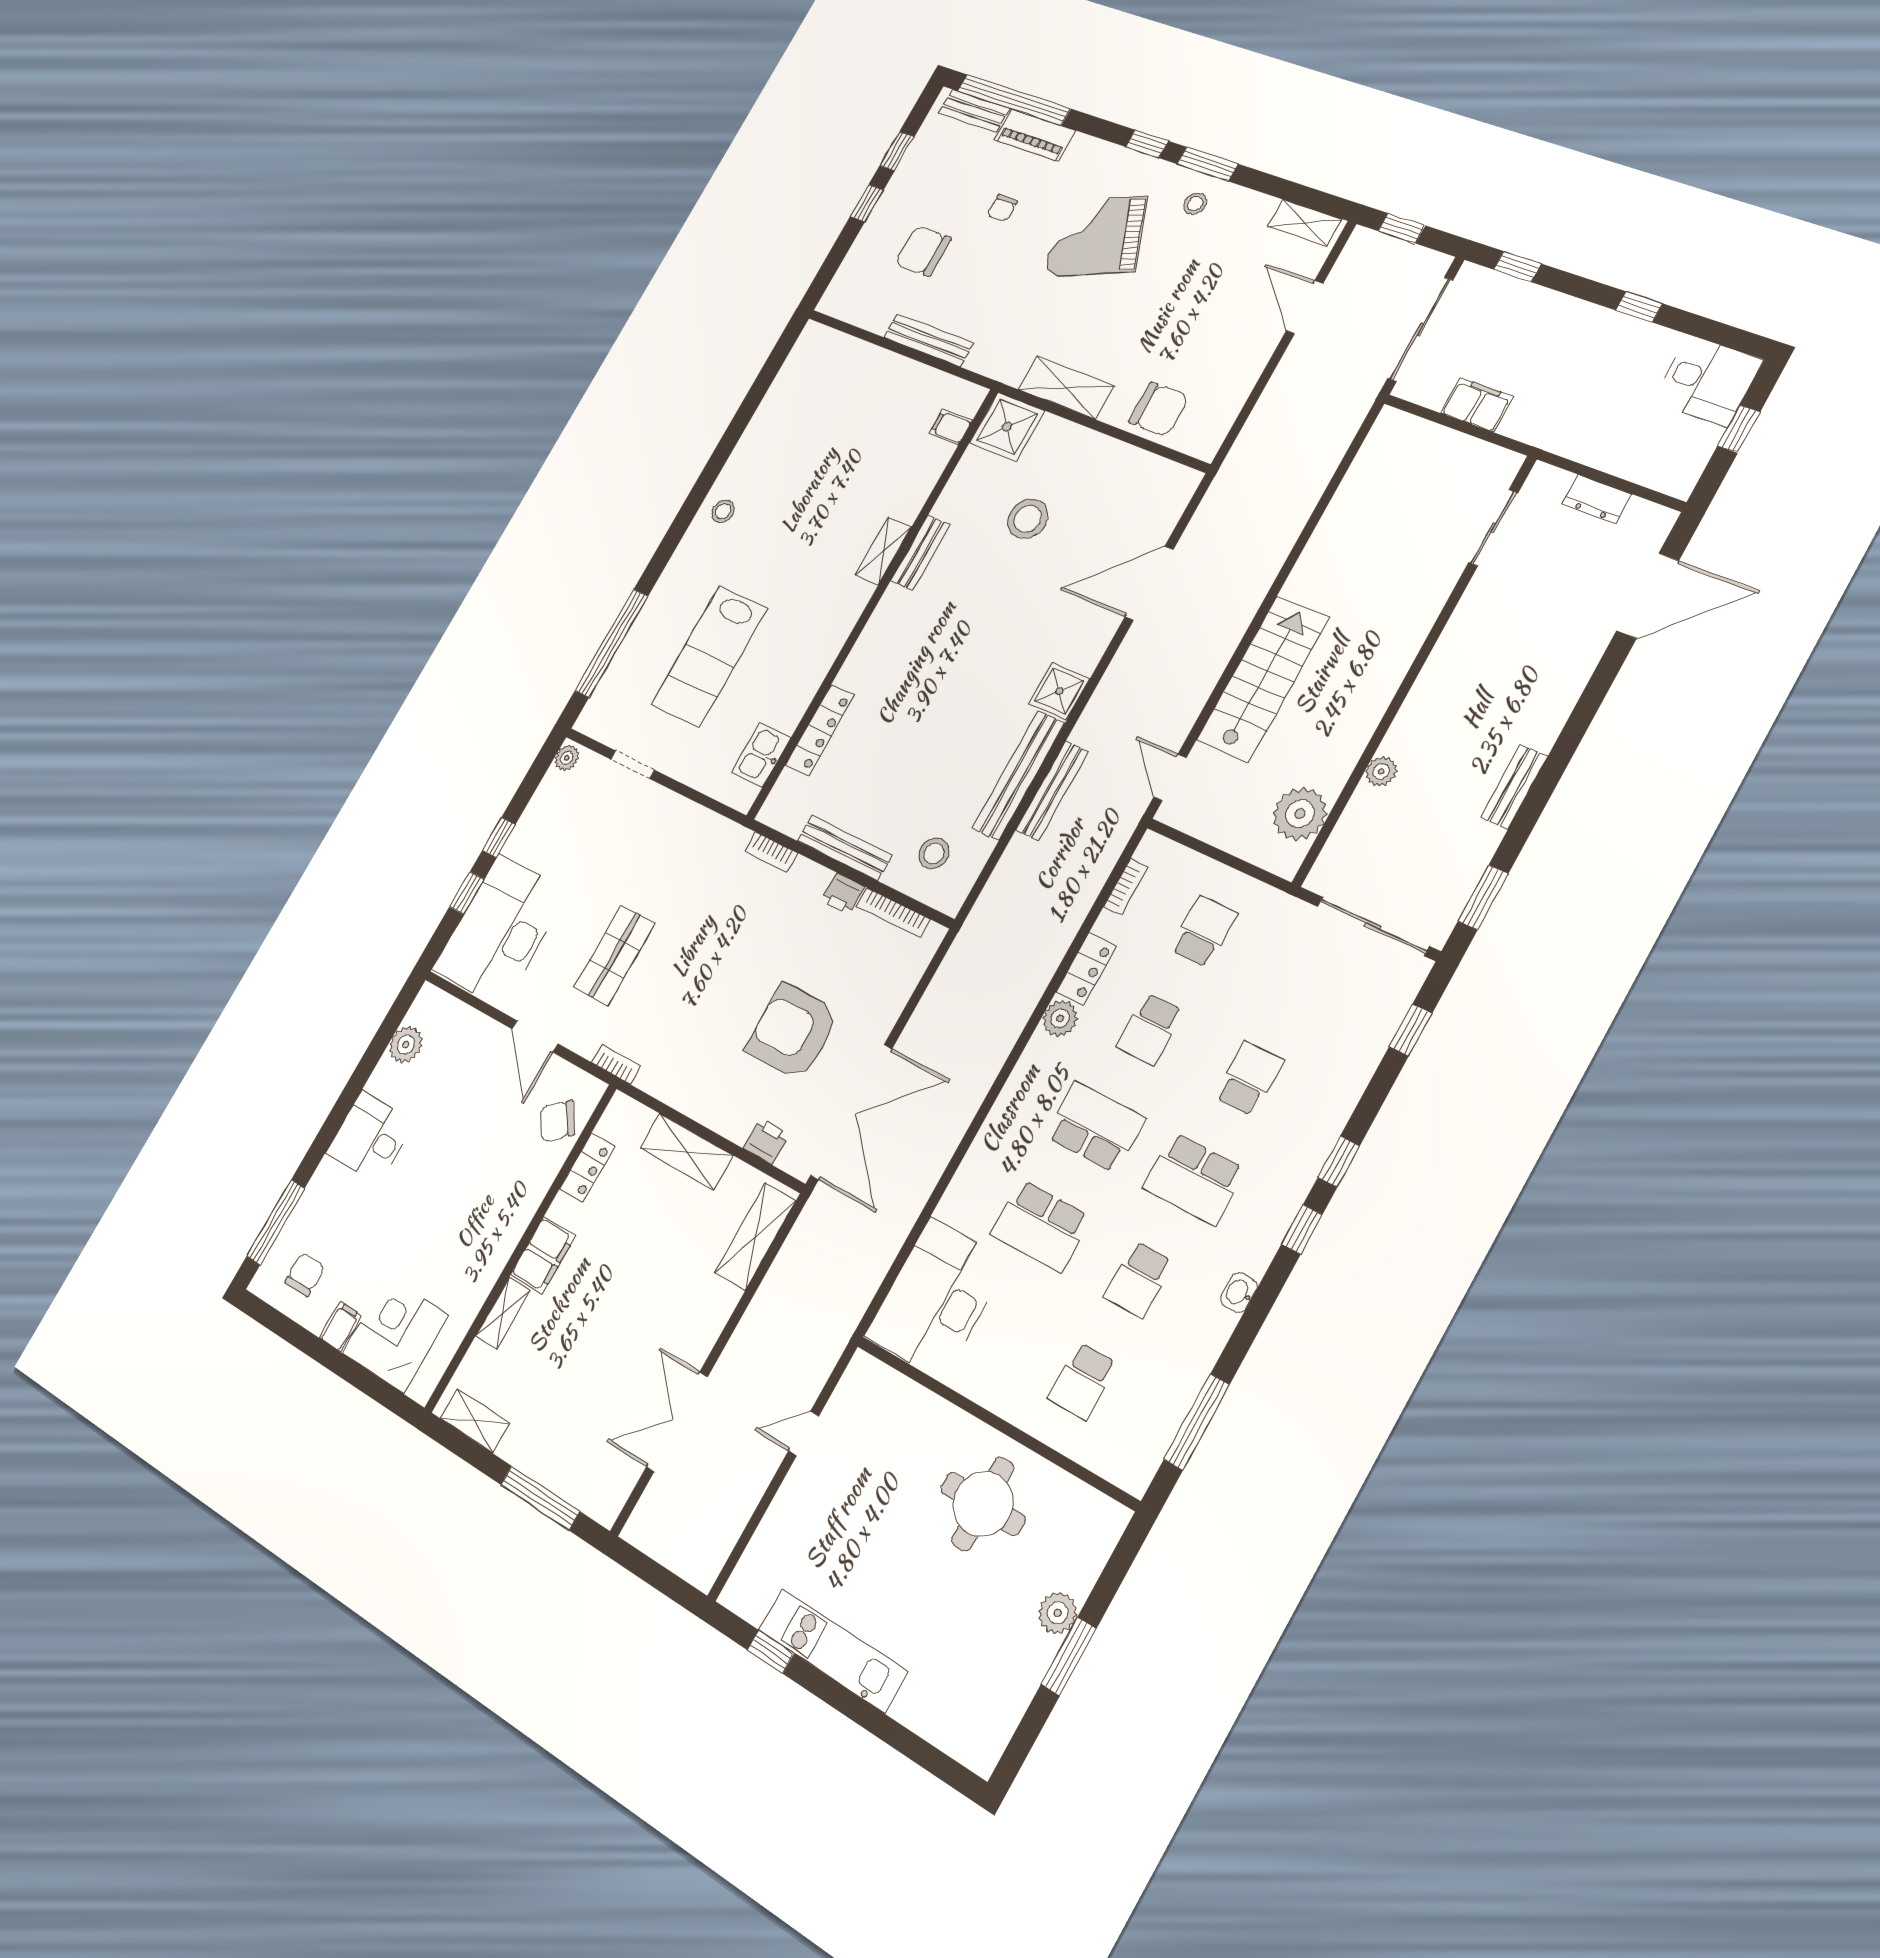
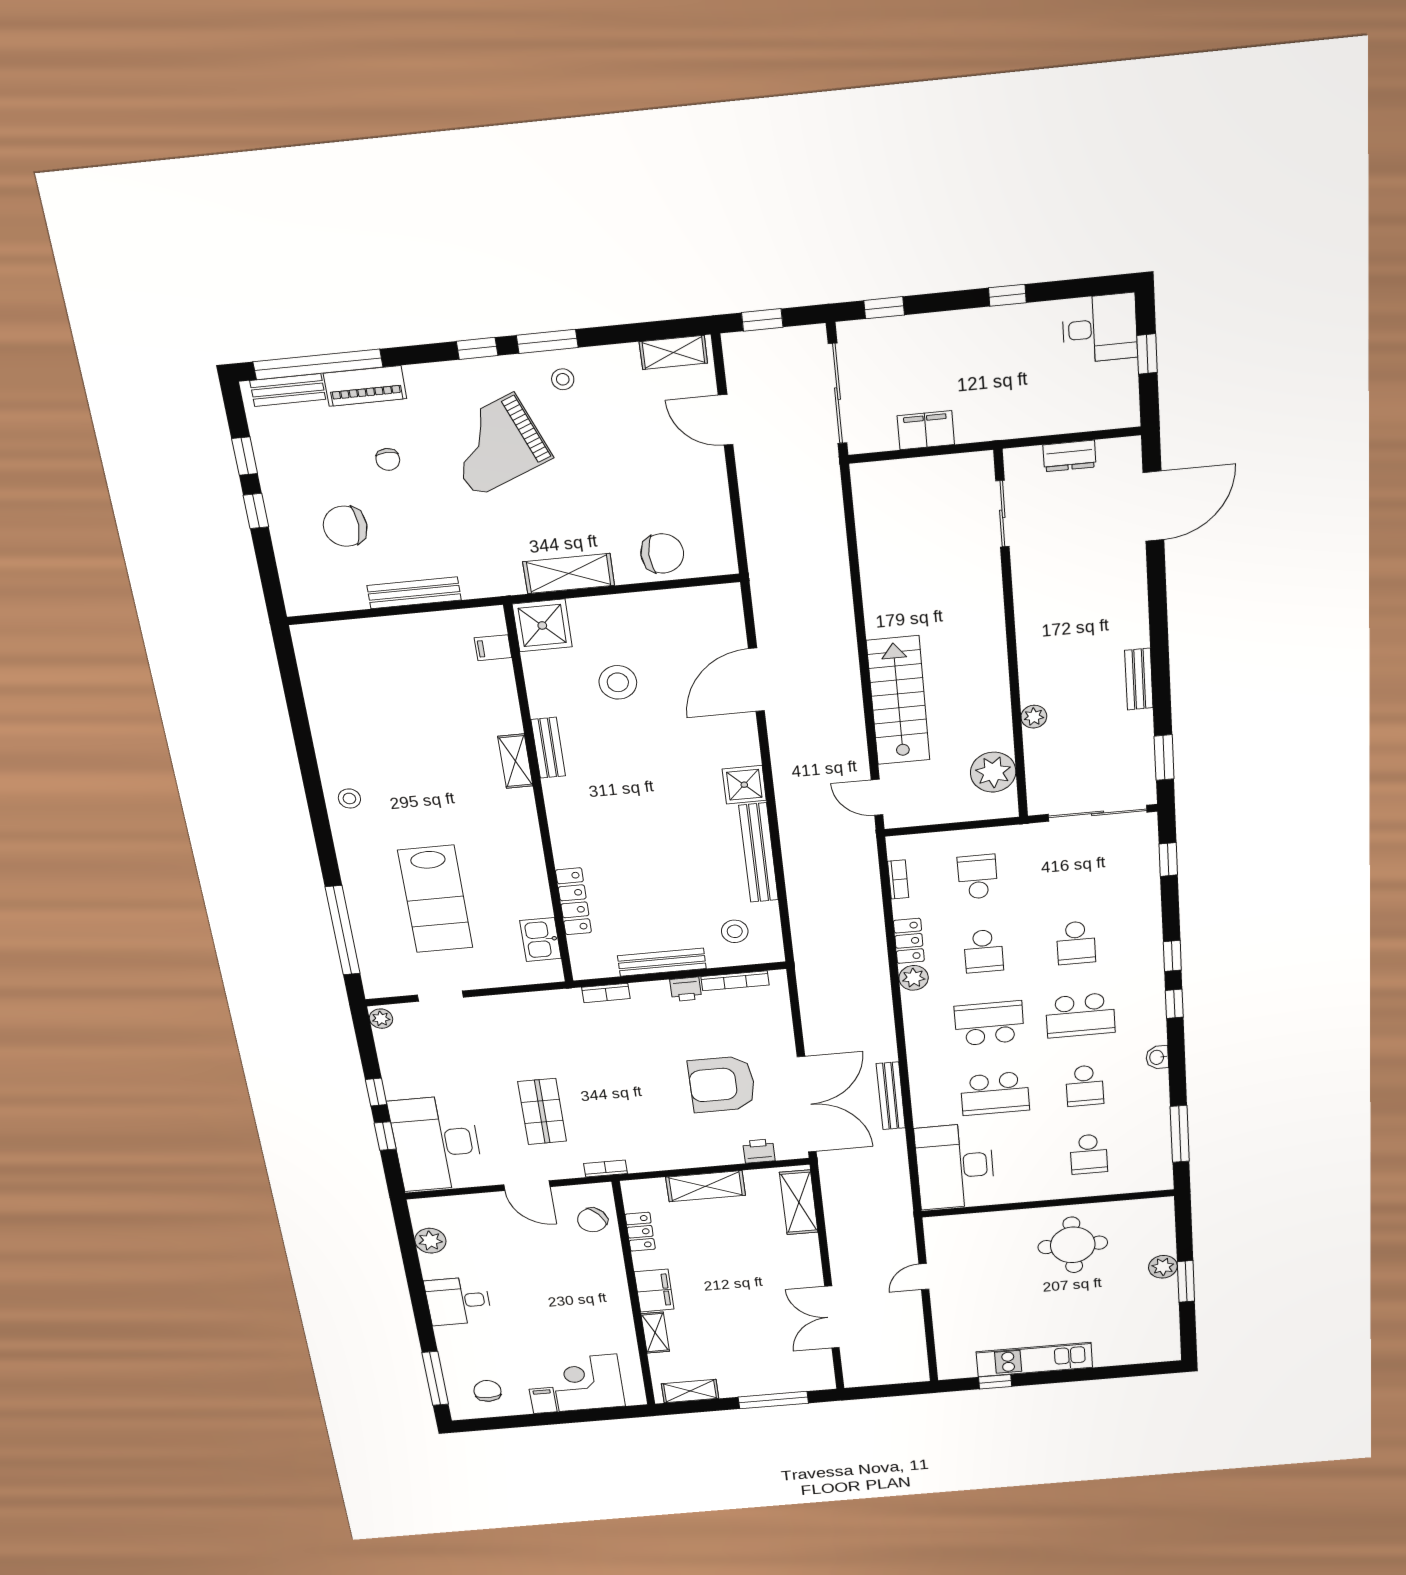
bench: (1052, 791) -> (891, 1096), moved
school desk: (1249, 1079) -> (1076, 943), turned 180

